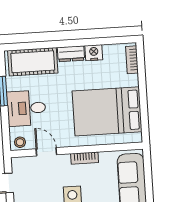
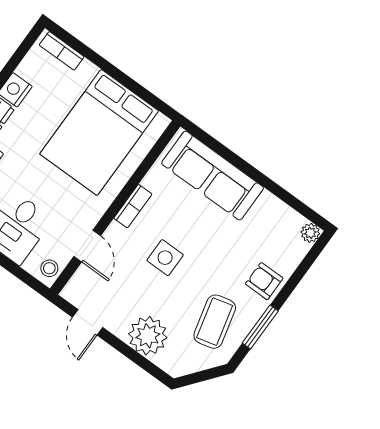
door: (46, 152) -> (87, 246), swing flipped

